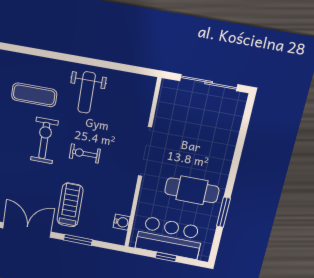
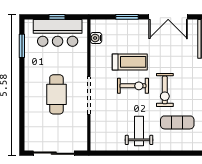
exercise bike: (85, 154) -> (133, 86), width x1.38, depth x1.39
cafe table: (192, 190) -> (56, 94), moved, turned 90
treadmill: (70, 205) -> (130, 62), moved, turned -90
window: (223, 212) -> (22, 46), moved

